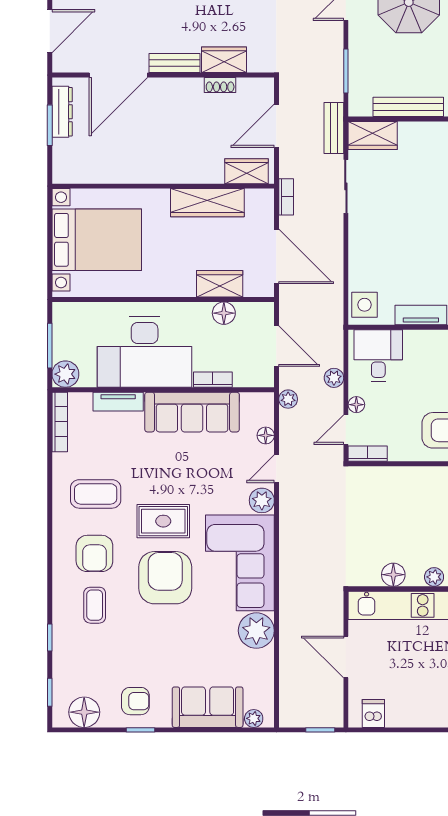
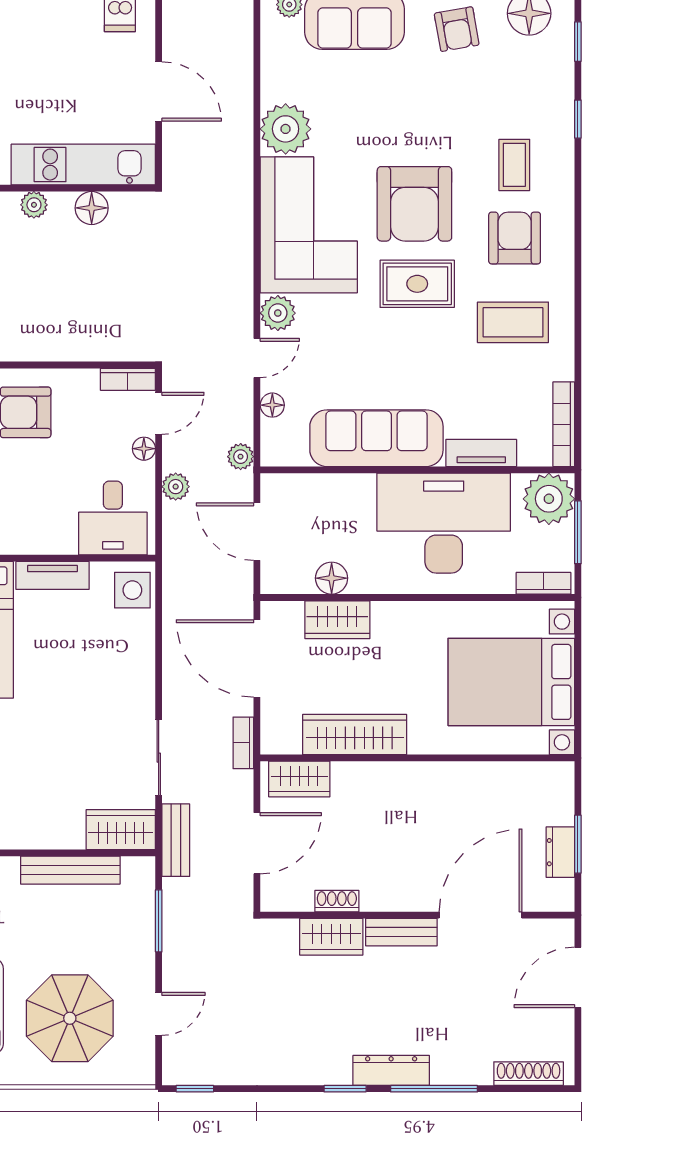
dresser: (62, 112) -> (560, 852), width x0.70
plant: (65, 374) -> (549, 499), width x1.36, depth x1.36
bookcase: (213, 380) -> (544, 583), moved, turned 180
armchair: (135, 701) -> (457, 29), turned -100

